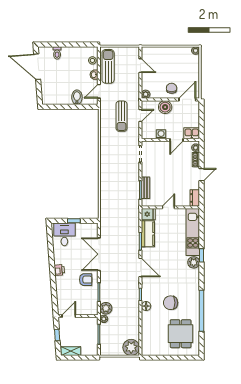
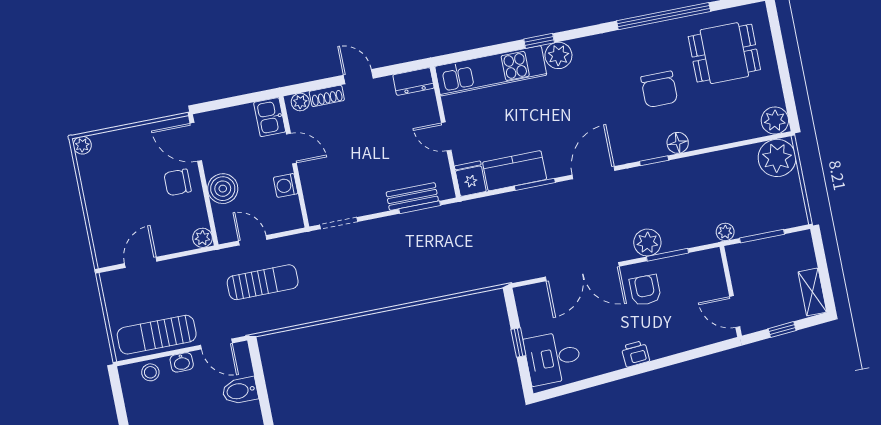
plant: (106, 308) -> (647, 243), moved
plant: (147, 350) -> (775, 121), added

